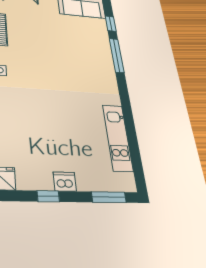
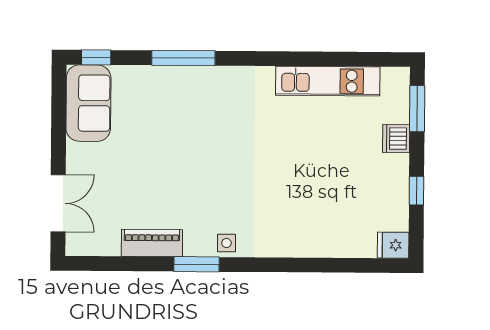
window: (111, 24) -> (96, 57), moved
dishwasher: (65, 182) -> (396, 139), moved

